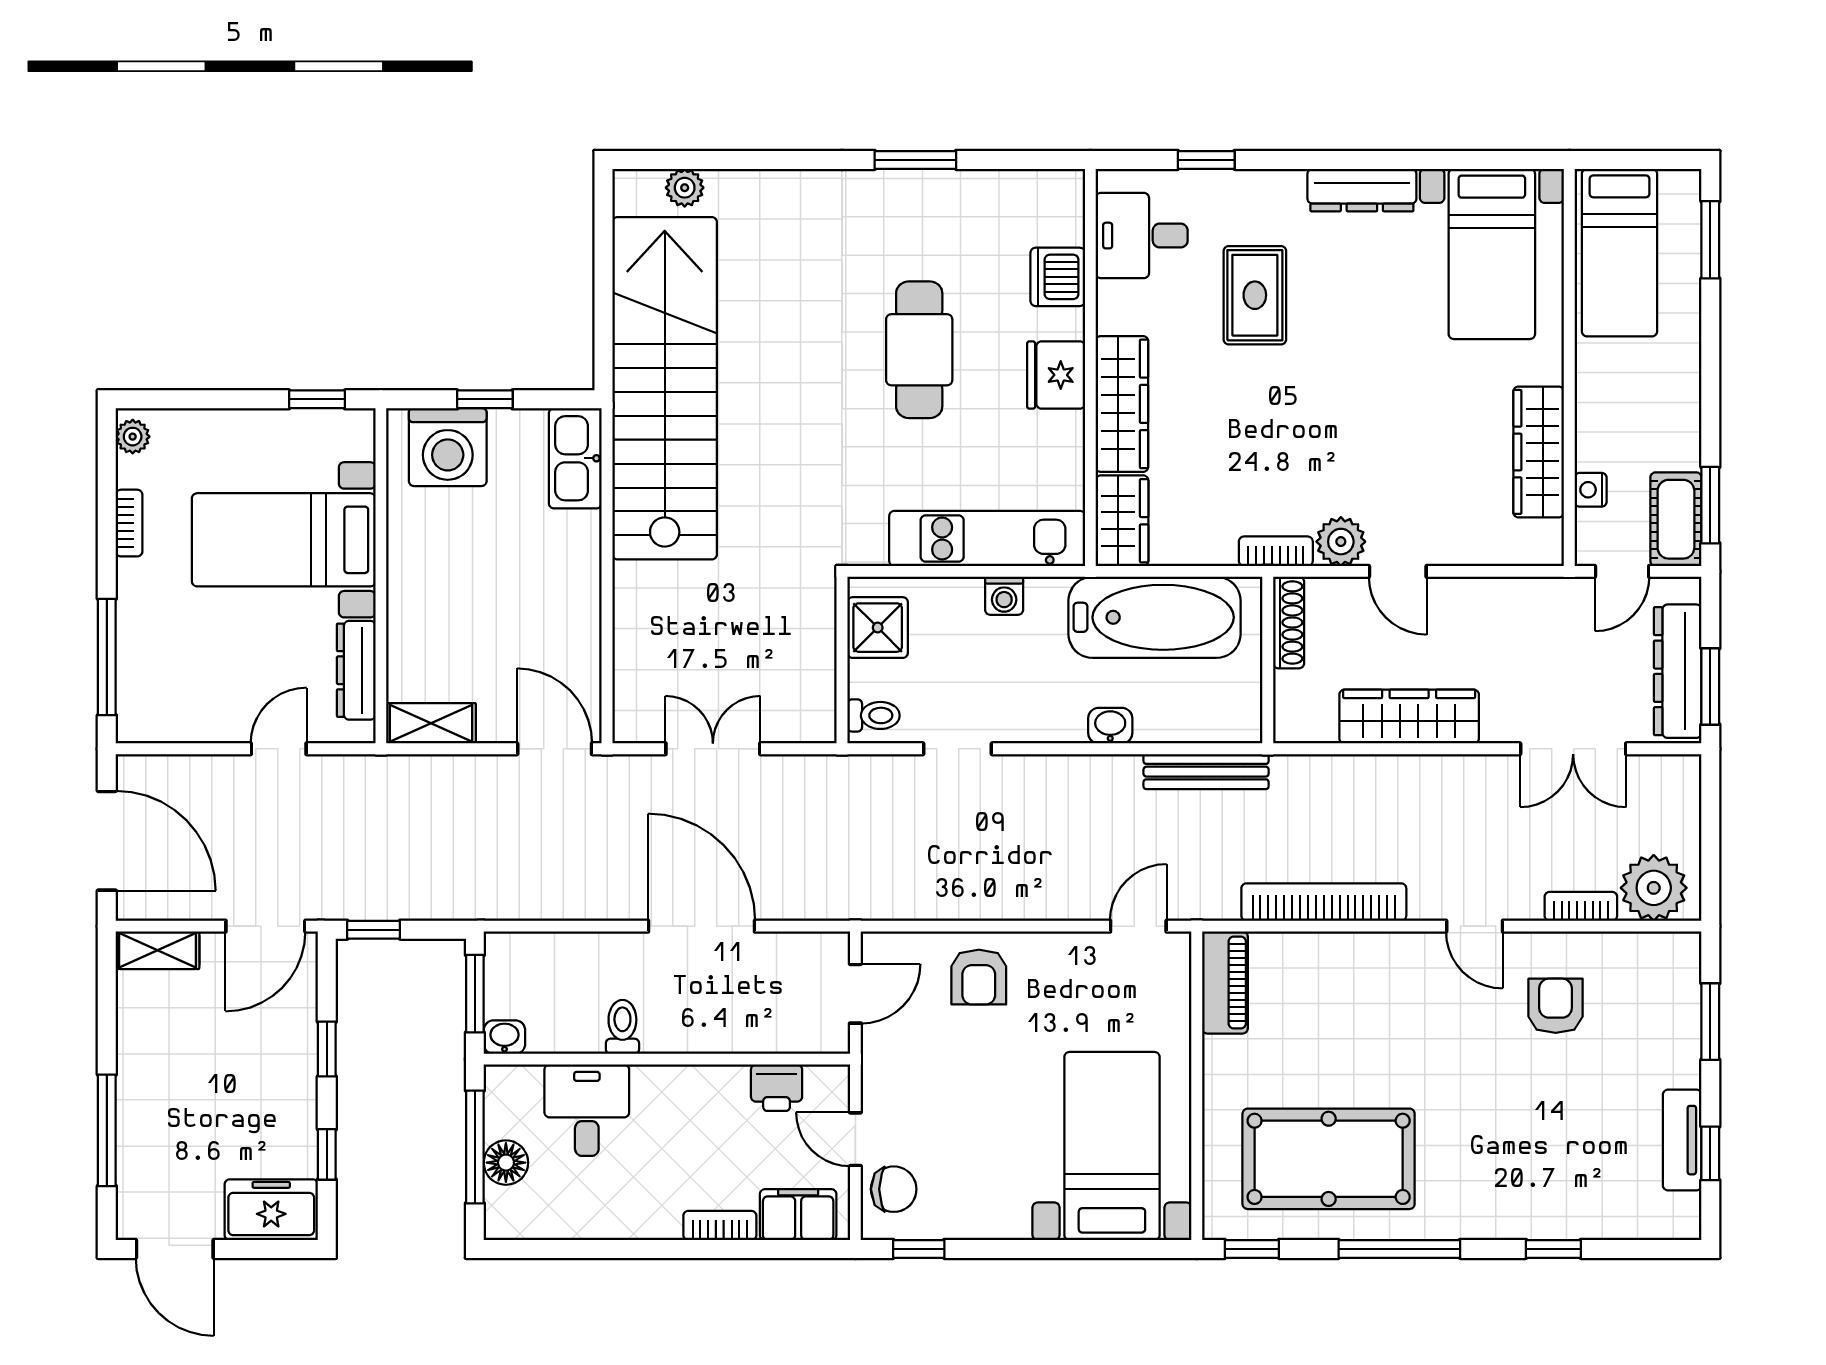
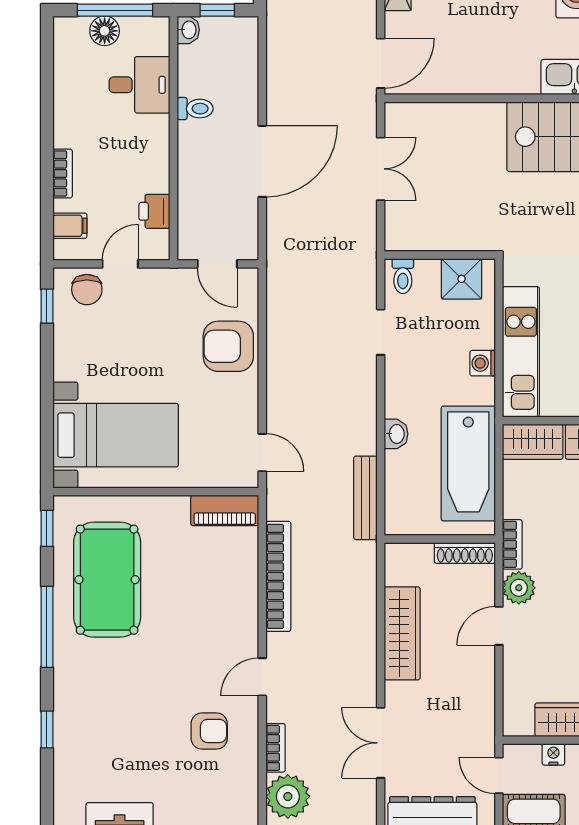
armchair: (979, 977) -> (228, 346), width x1.38, depth x1.38
window: (475, 994) -> (217, 10), width x0.67
filing cabinet: (798, 1215) -> (70, 226), width x0.50

